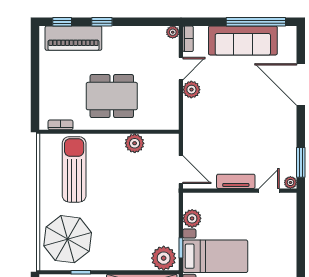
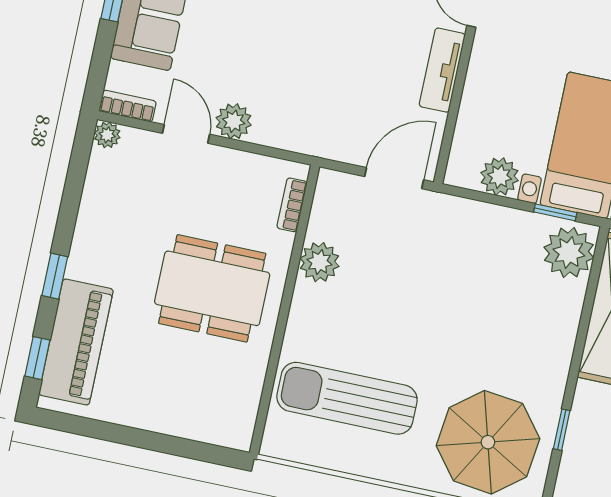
dining table: (112, 96) -> (212, 288), turned 90
bookcase: (60, 125) -> (292, 205), moved

